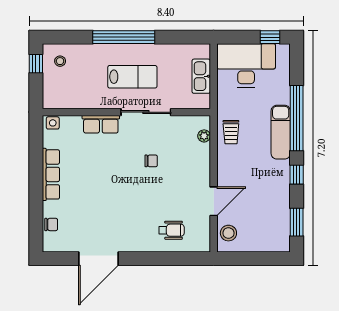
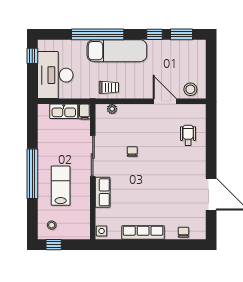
lab bench: (132, 77) -> (61, 186), moved
filing cabinet: (201, 102) -> (84, 112), added
exam couch: (281, 132) -> (117, 51), width x1.36, depth x1.45
window: (297, 175) -> (154, 34), moved

